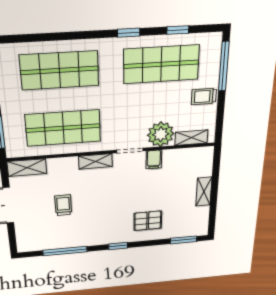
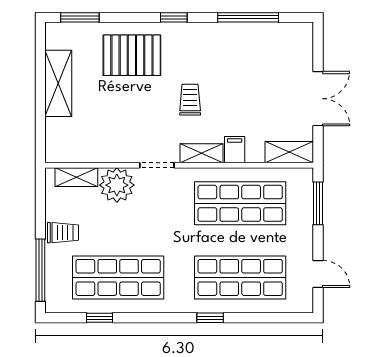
window: (129, 33) -> (210, 318), moved
filing cabinet: (154, 159) -> (235, 150), moved
shelving: (204, 192) -> (58, 83), width x1.50, depth x1.33
trolley: (63, 205) -> (190, 100), moved, turned 180
pallet: (148, 221) -> (132, 55), width x1.50, depth x1.42

